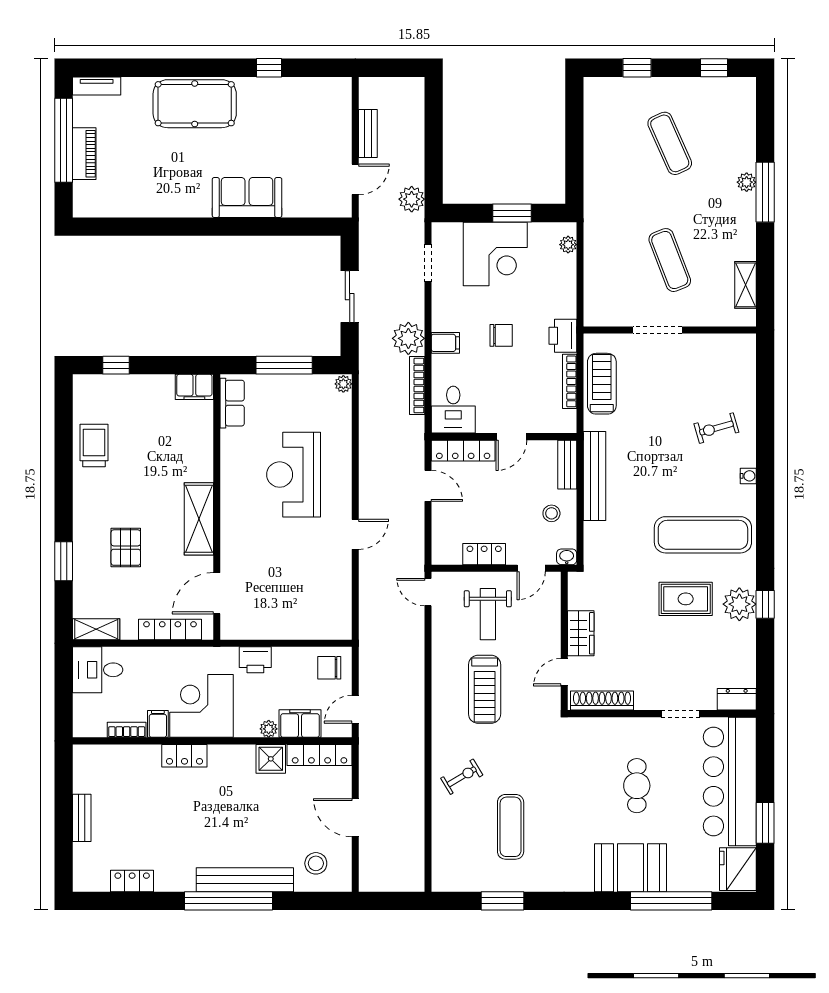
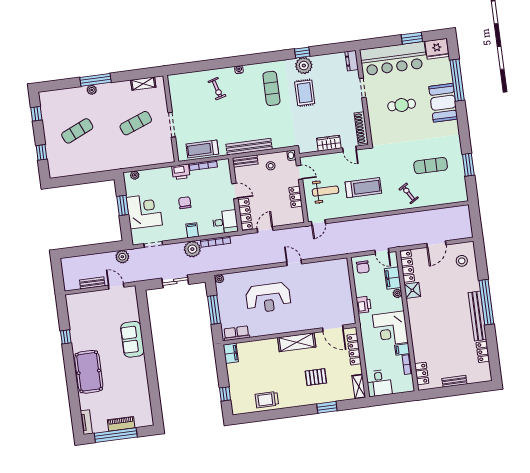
exercise mat: (703, 535) -> (271, 88), width x0.73, depth x0.69
locker: (184, 756) -> (422, 374), moved
bench: (245, 880) -> (477, 316), moved

